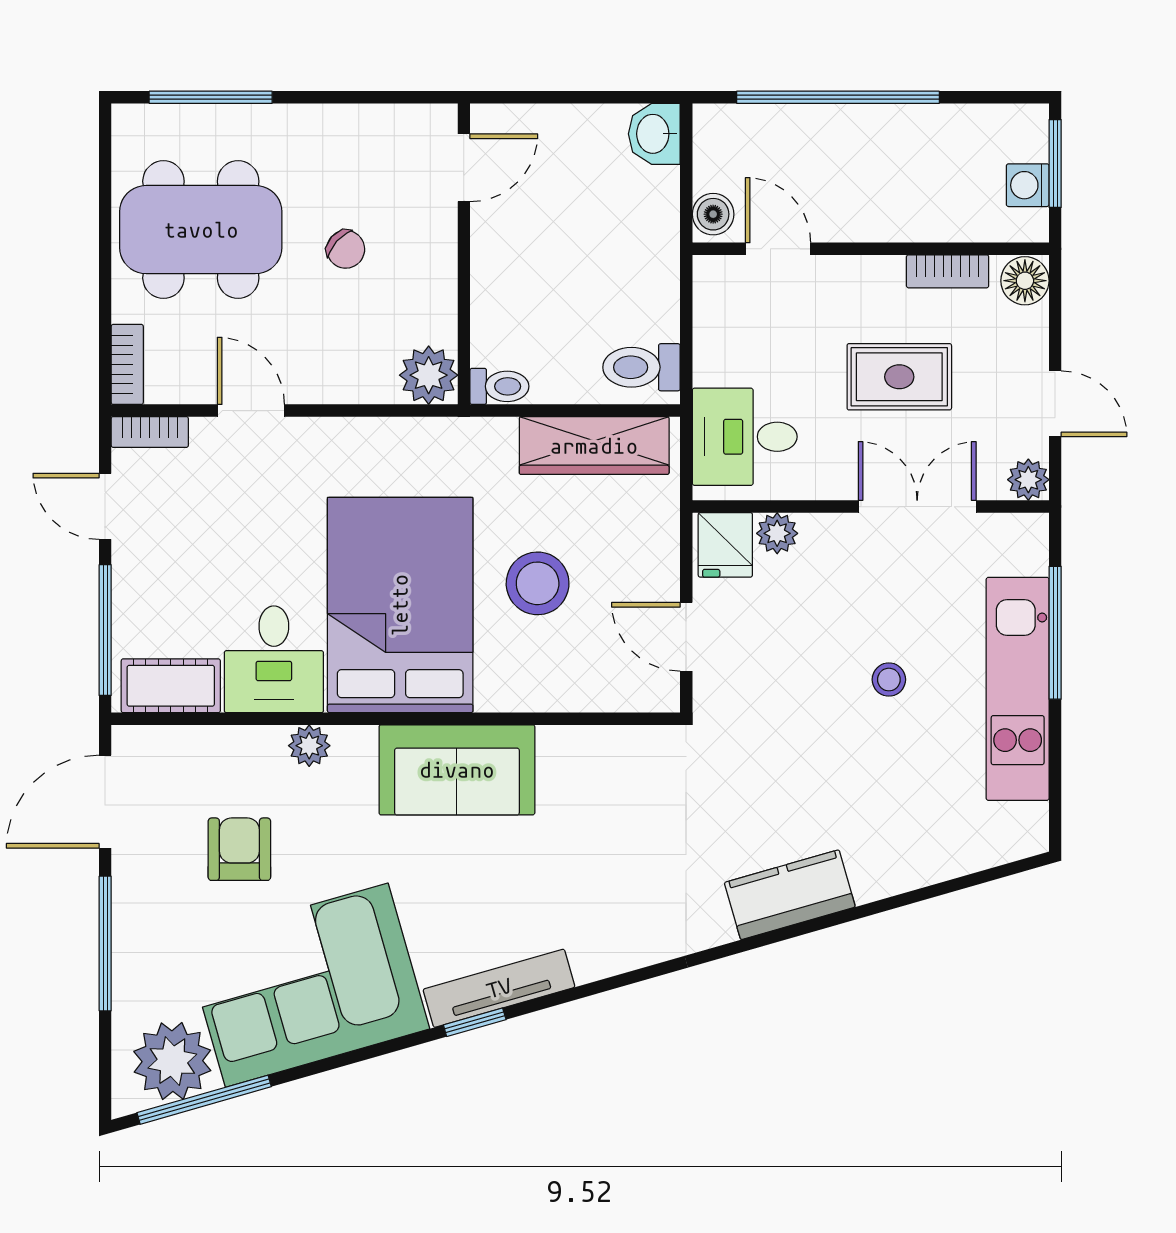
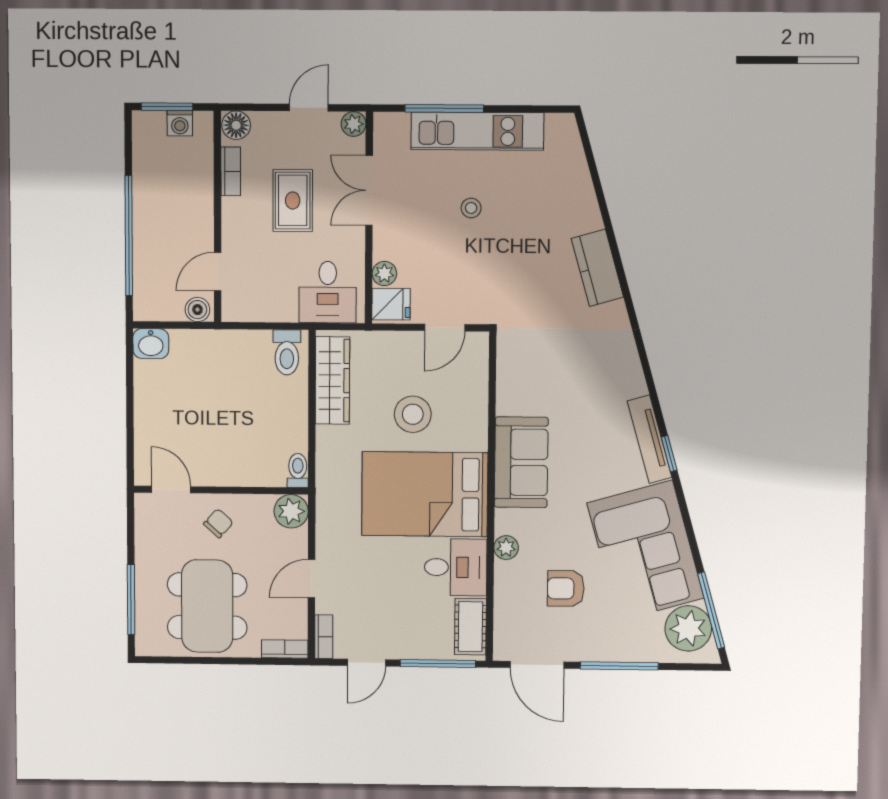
door: (464, 168) -> (171, 490), moved
wall: (464, 254) -> (221, 490), moved
plant: (429, 375) -> (291, 511), moved
toilet: (499, 386) -> (298, 470), moved

